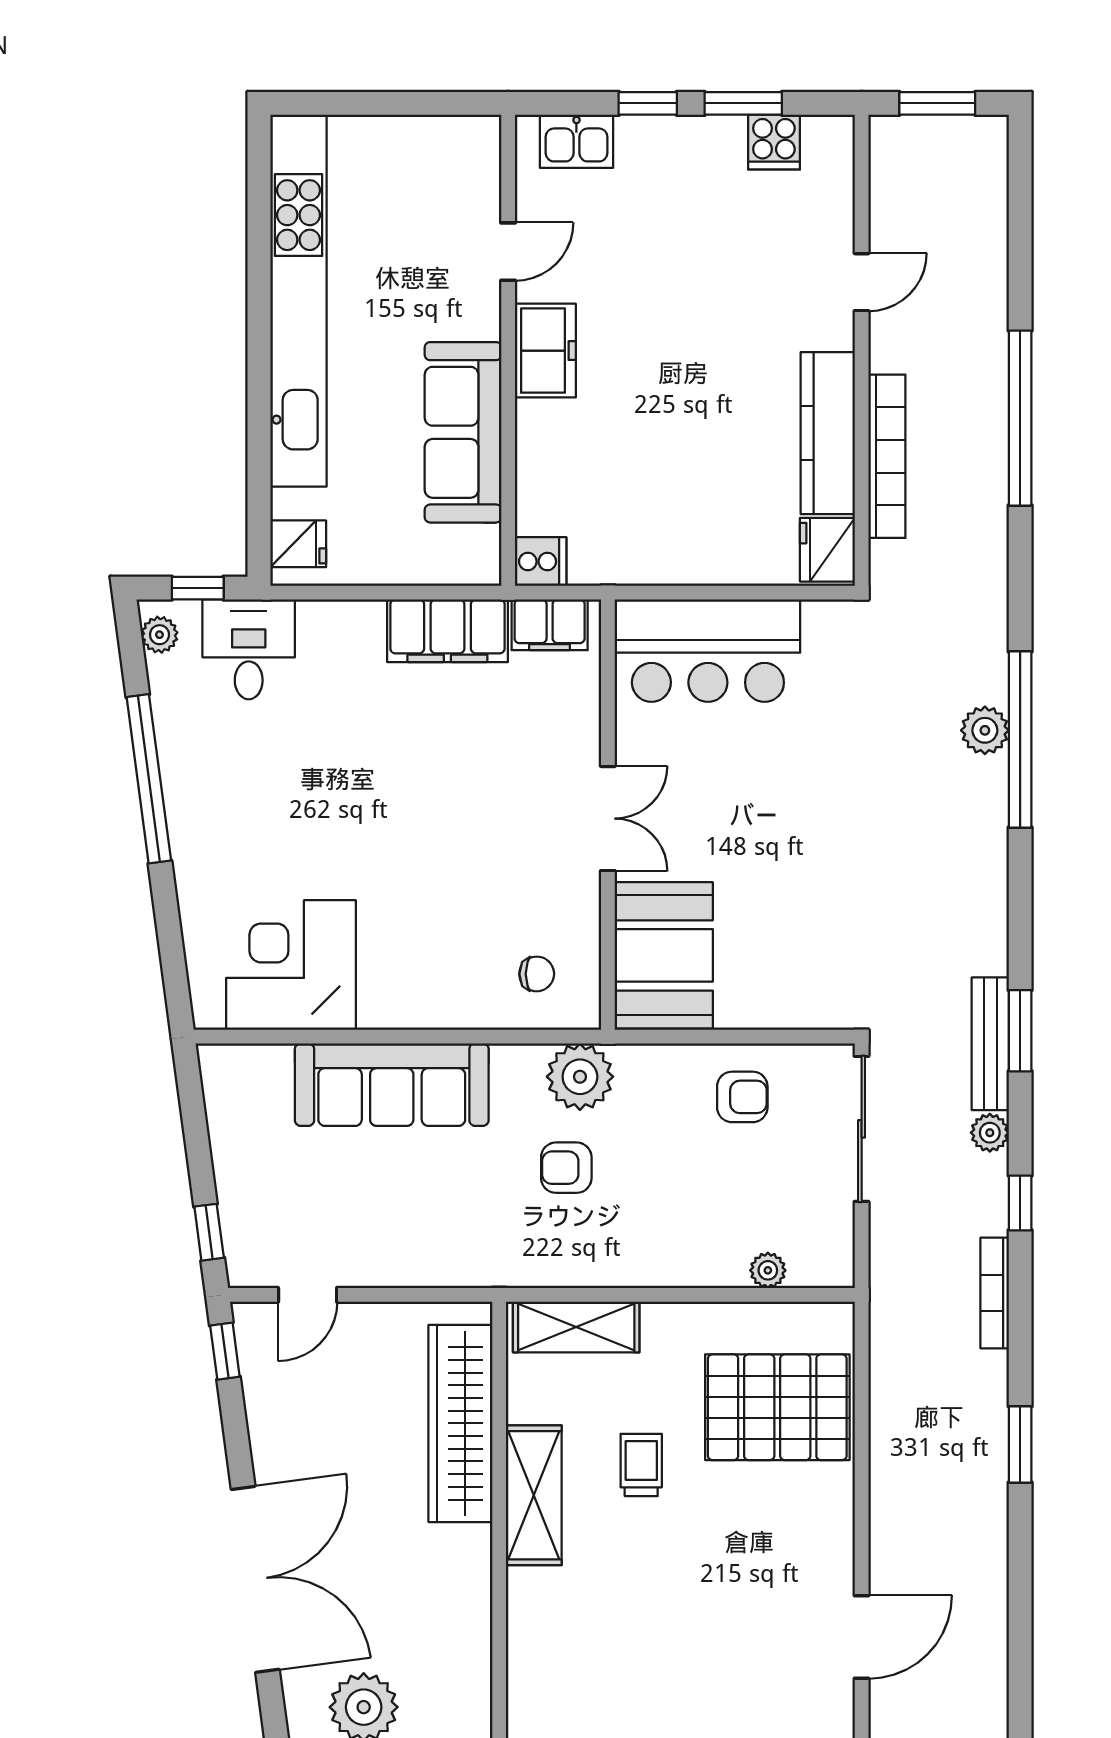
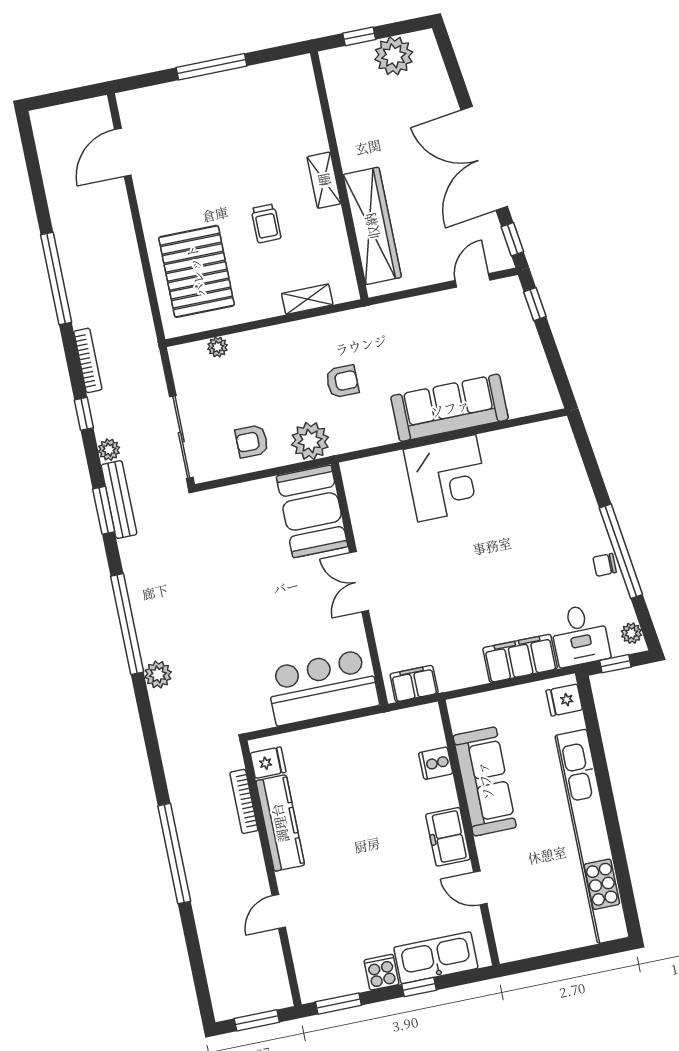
window: (743, 103) -> (338, 1004), moved
kitchen sink: (576, 141) -> (436, 958), width x1.88, depth x1.24
cooker: (774, 142) -> (381, 972), moved
door: (508, 252) -> (480, 888), hinge flipped
bookcase: (887, 456) -> (244, 801), width x0.68, depth x0.76
fridge: (827, 550) -> (268, 763), width x0.72
cooker: (541, 562) -> (436, 763), moved
filing cabinet: (447, 631) -> (520, 658), moved
window: (1020, 740) -> (127, 624), moved
corner desk: (291, 965) -> (447, 478), moved
chair: (537, 974) -> (605, 565), moved
plant: (580, 1077) -> (310, 441), moved
shelving: (576, 1327) -> (307, 299), width x0.67, depth x0.75
pallet: (777, 1407) -> (196, 271), turned 90
window: (1020, 1444) -> (56, 278), width x2.11
shelving: (534, 1495) -> (324, 180), width x0.67, depth x0.75
double door: (255, 1579) -> (484, 158), moved

